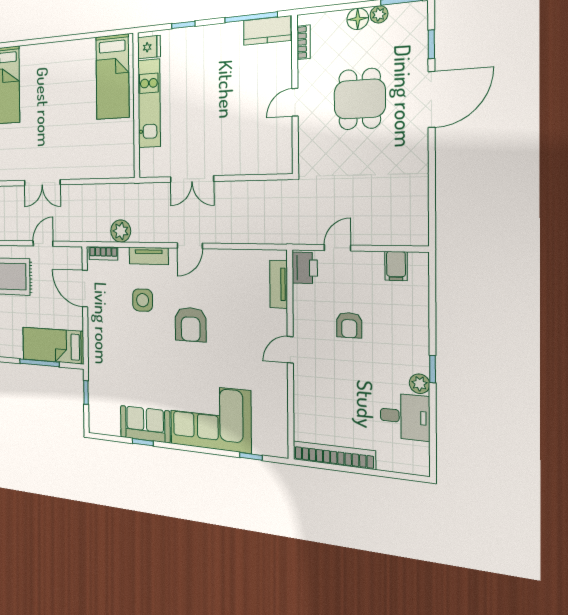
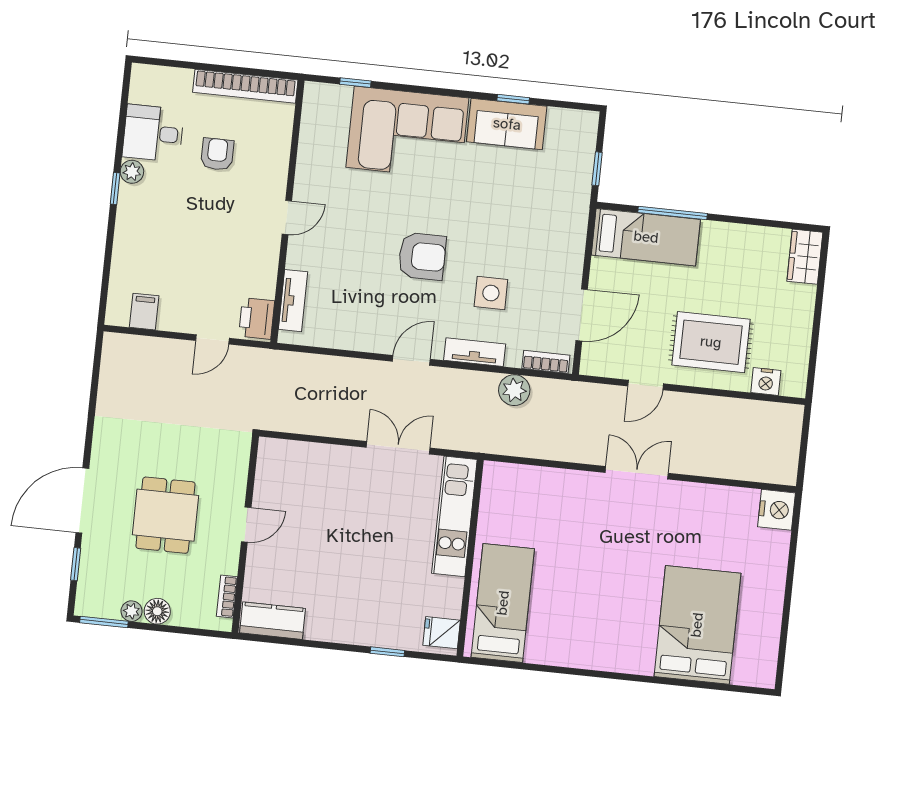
window: (251, 17) -> (292, 642), removed
kitchen unit: (149, 103) -> (454, 516), moved
door: (85, 289) -> (582, 315), hinge flipped
armchair: (191, 324) -> (422, 256), turned 90
armchair: (349, 325) -> (217, 154), moved

